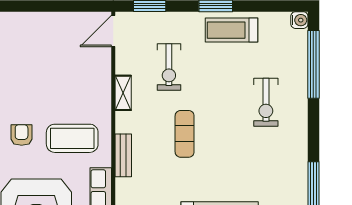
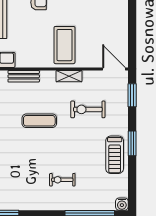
treadmill: (231, 30) -> (115, 155), turned 180
exercise bike: (266, 102) -> (62, 180), width x0.73, depth x0.72
coffee table: (72, 138) -> (64, 45), moved

